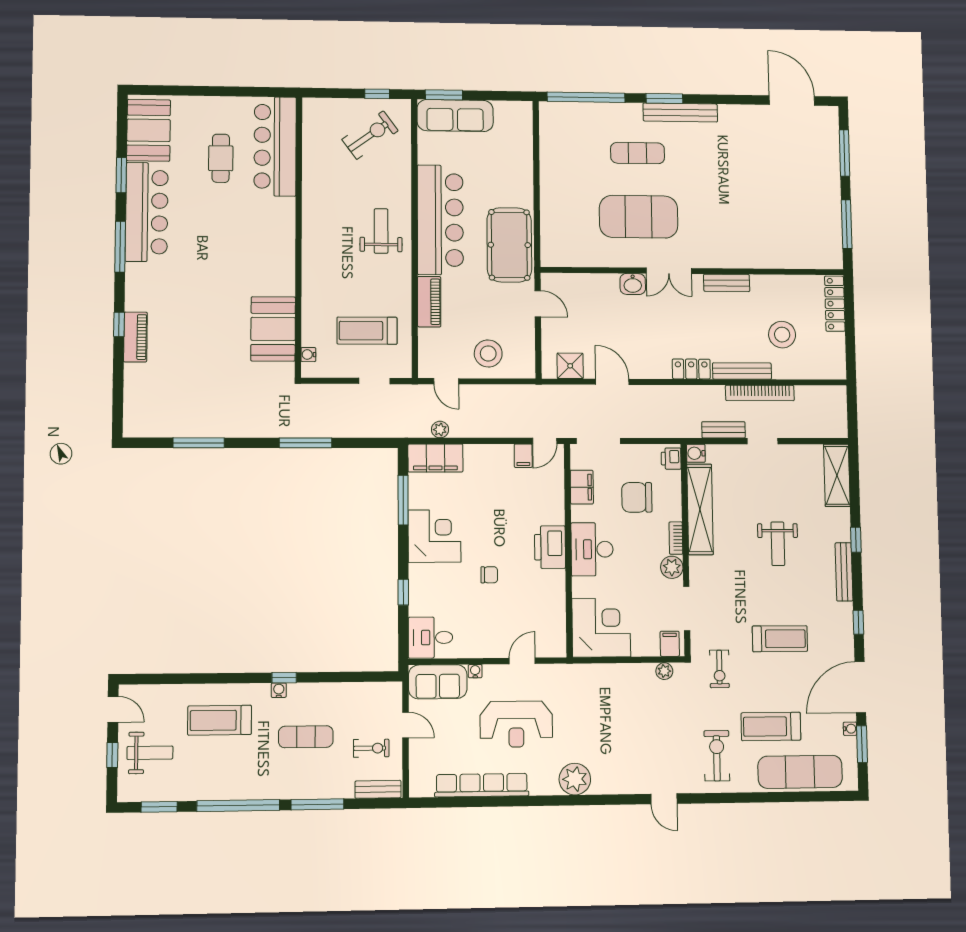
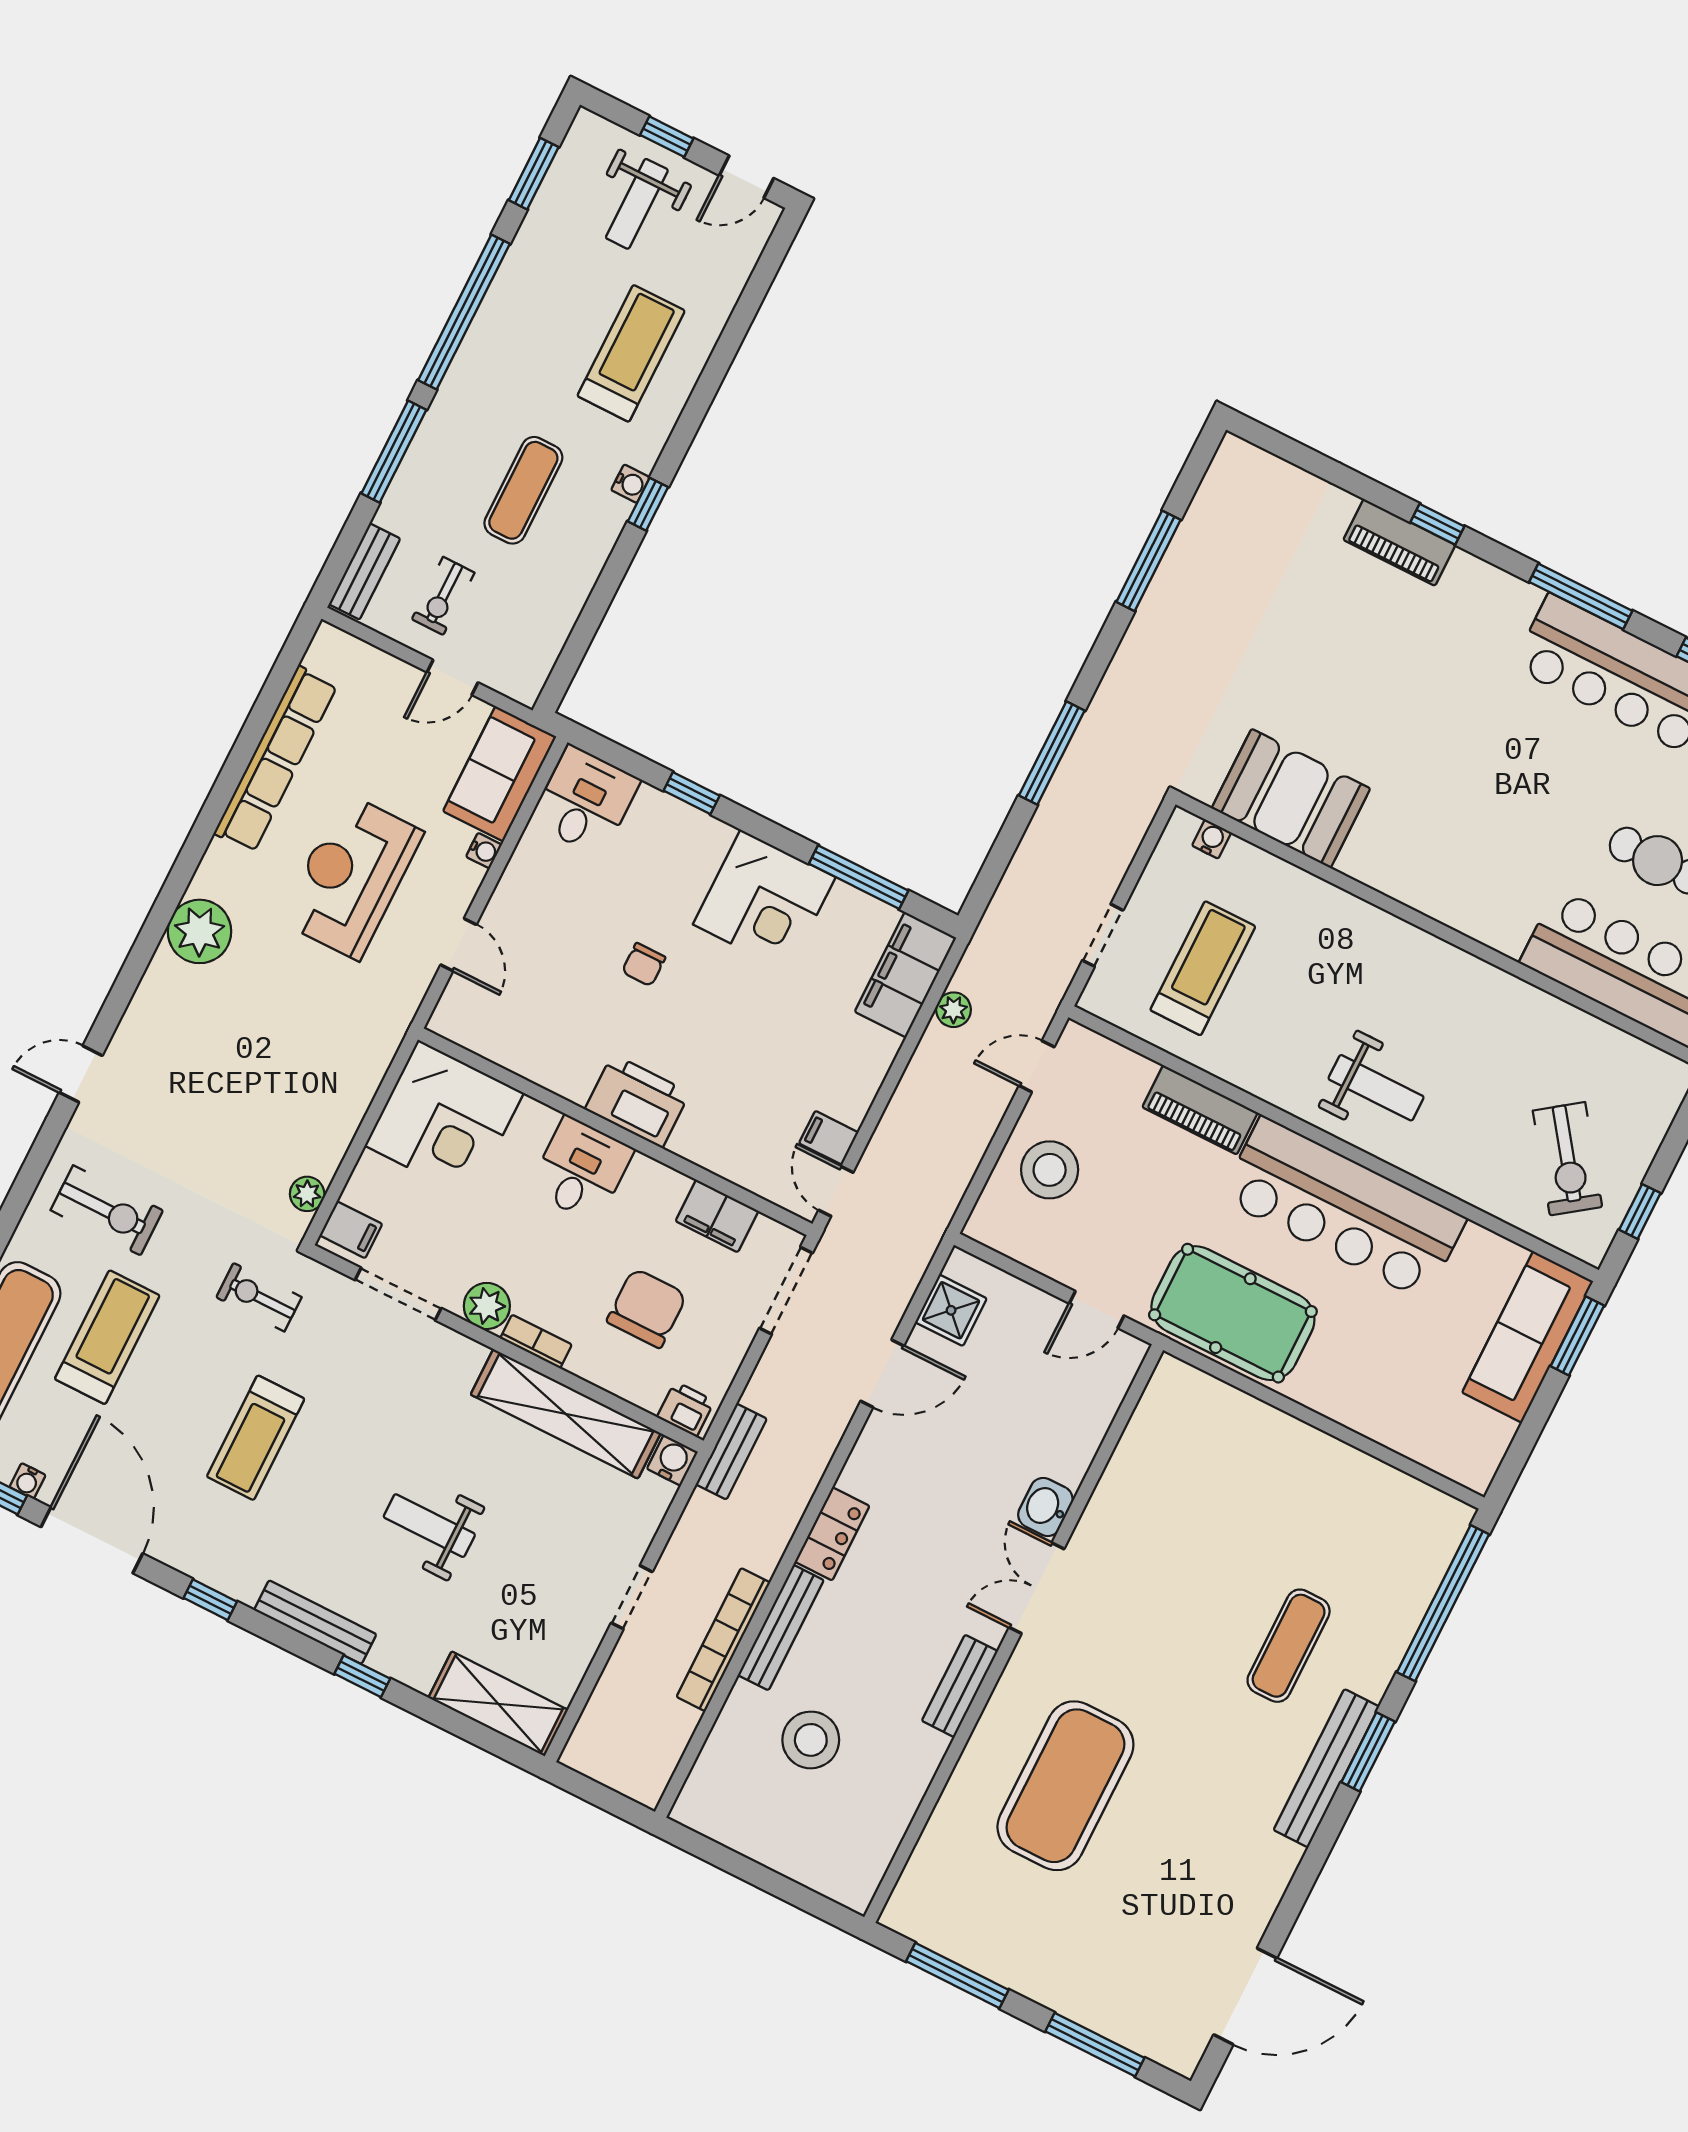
exercise mat: (639, 217) -> (1065, 1786), moved
locker: (835, 304) -> (819, 1872), removed
bench: (723, 430) -> (731, 1452), moved
desk: (592, 549) -> (581, 1170), width x0.73

